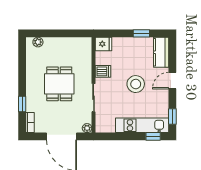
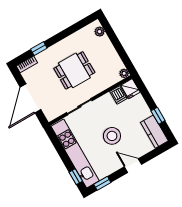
kitchen counter: (161, 52) -> (154, 132), moved, turned -90
dishwasher: (103, 71) -> (118, 95), moved
kitchen unit: (142, 125) -> (75, 153), width x1.36
plant: (87, 128) -> (124, 73), moved

